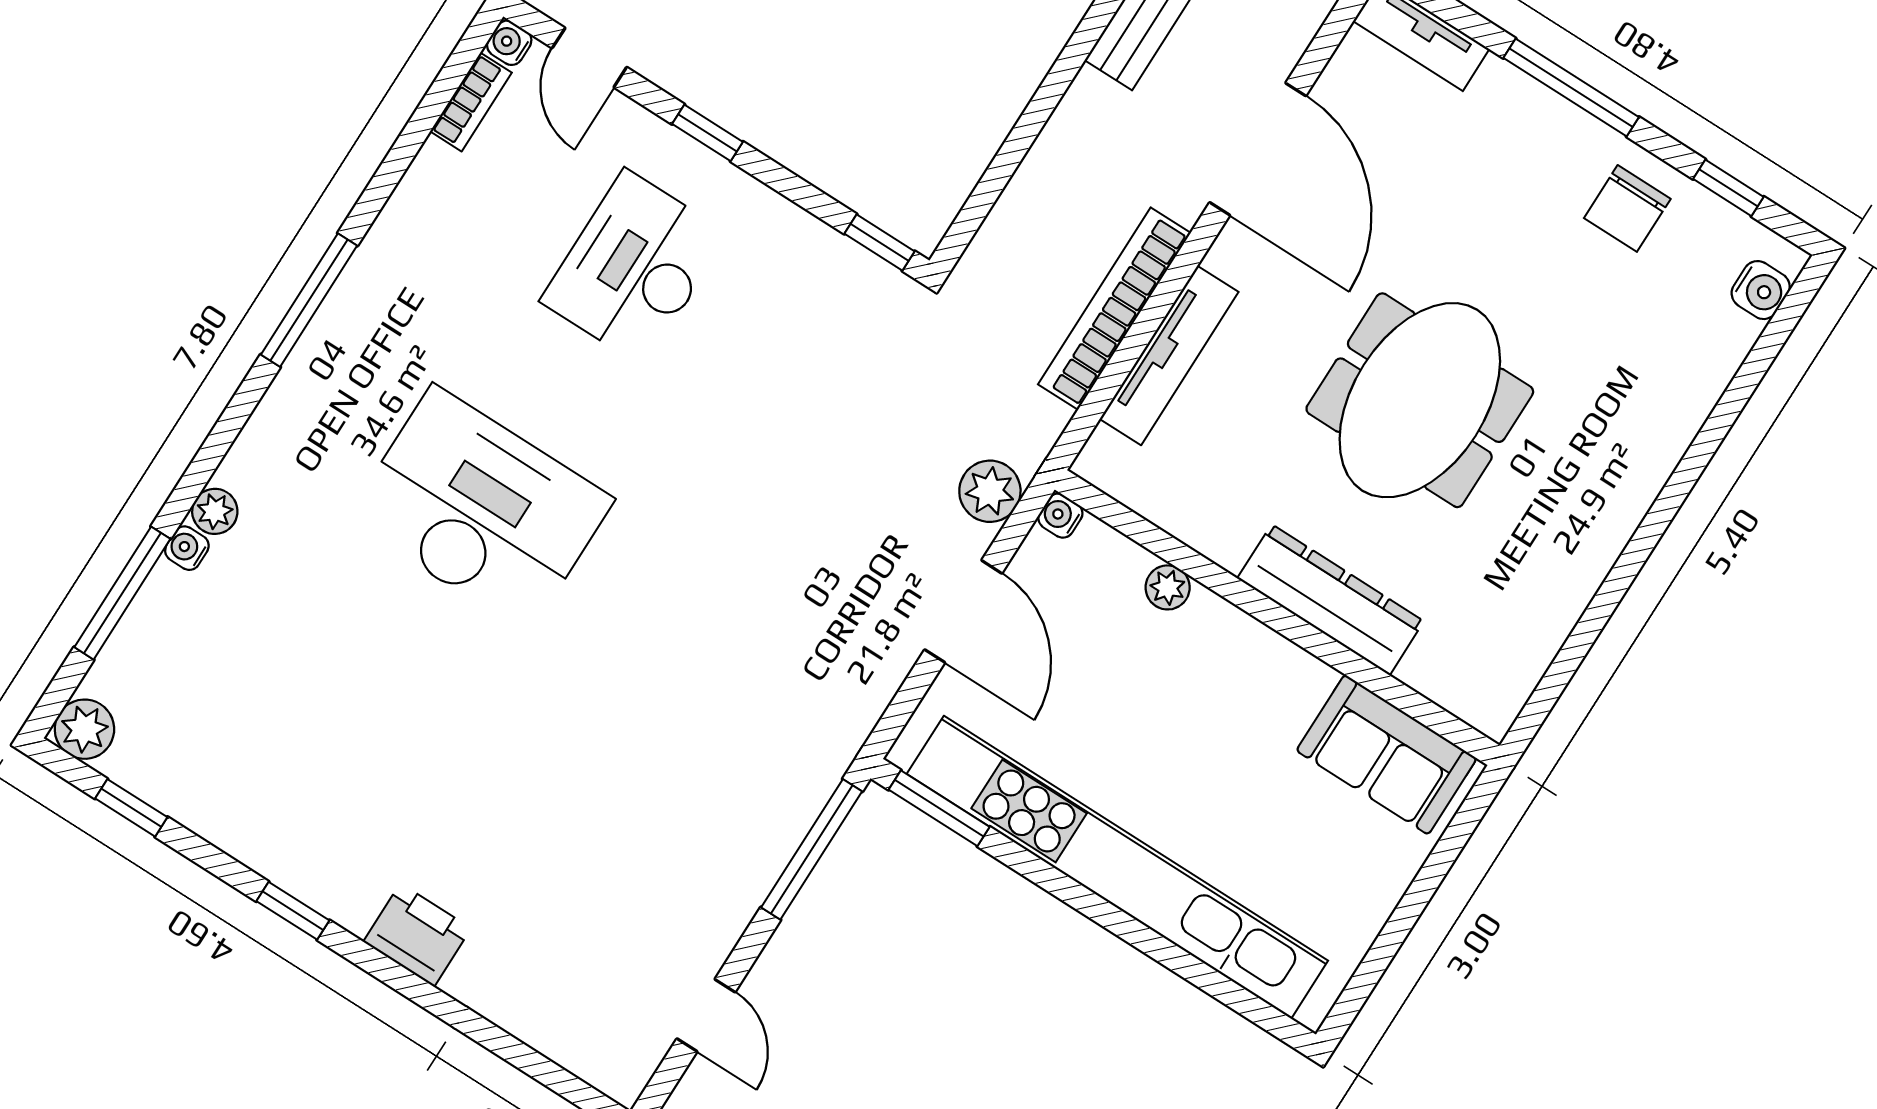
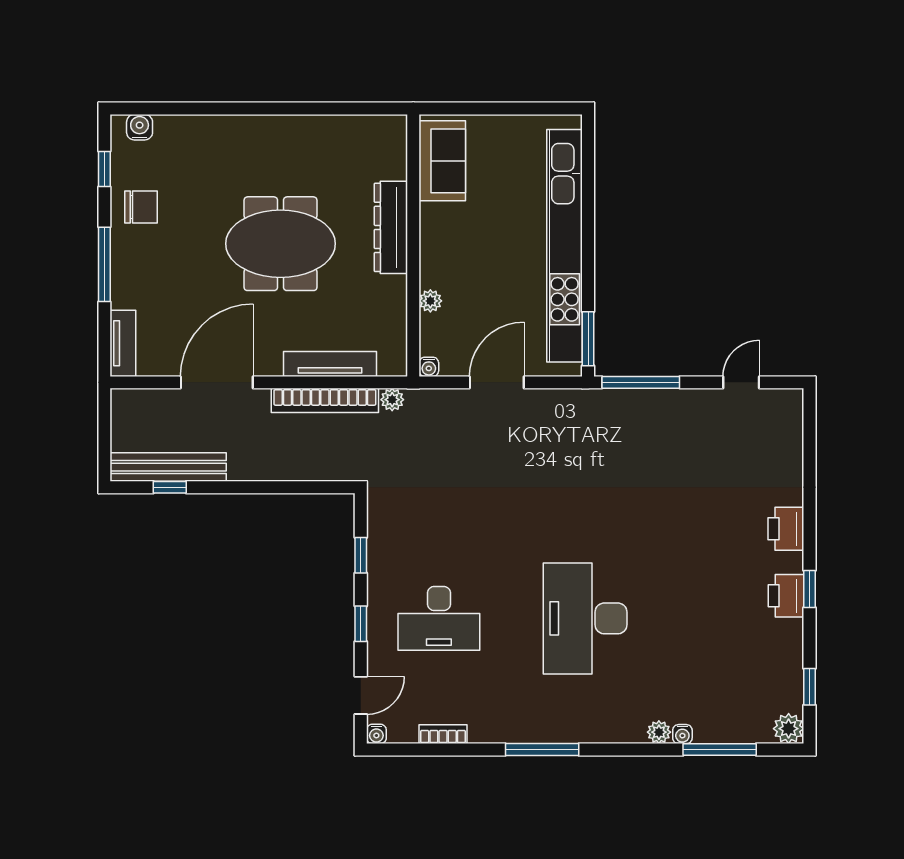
bookcase: (471, 102) -> (443, 734), moved
window: (880, 242) -> (361, 555), moved
plant: (990, 491) -> (392, 400), moved, width x0.73, depth x0.73
printer: (307, 865) -> (786, 596), added

